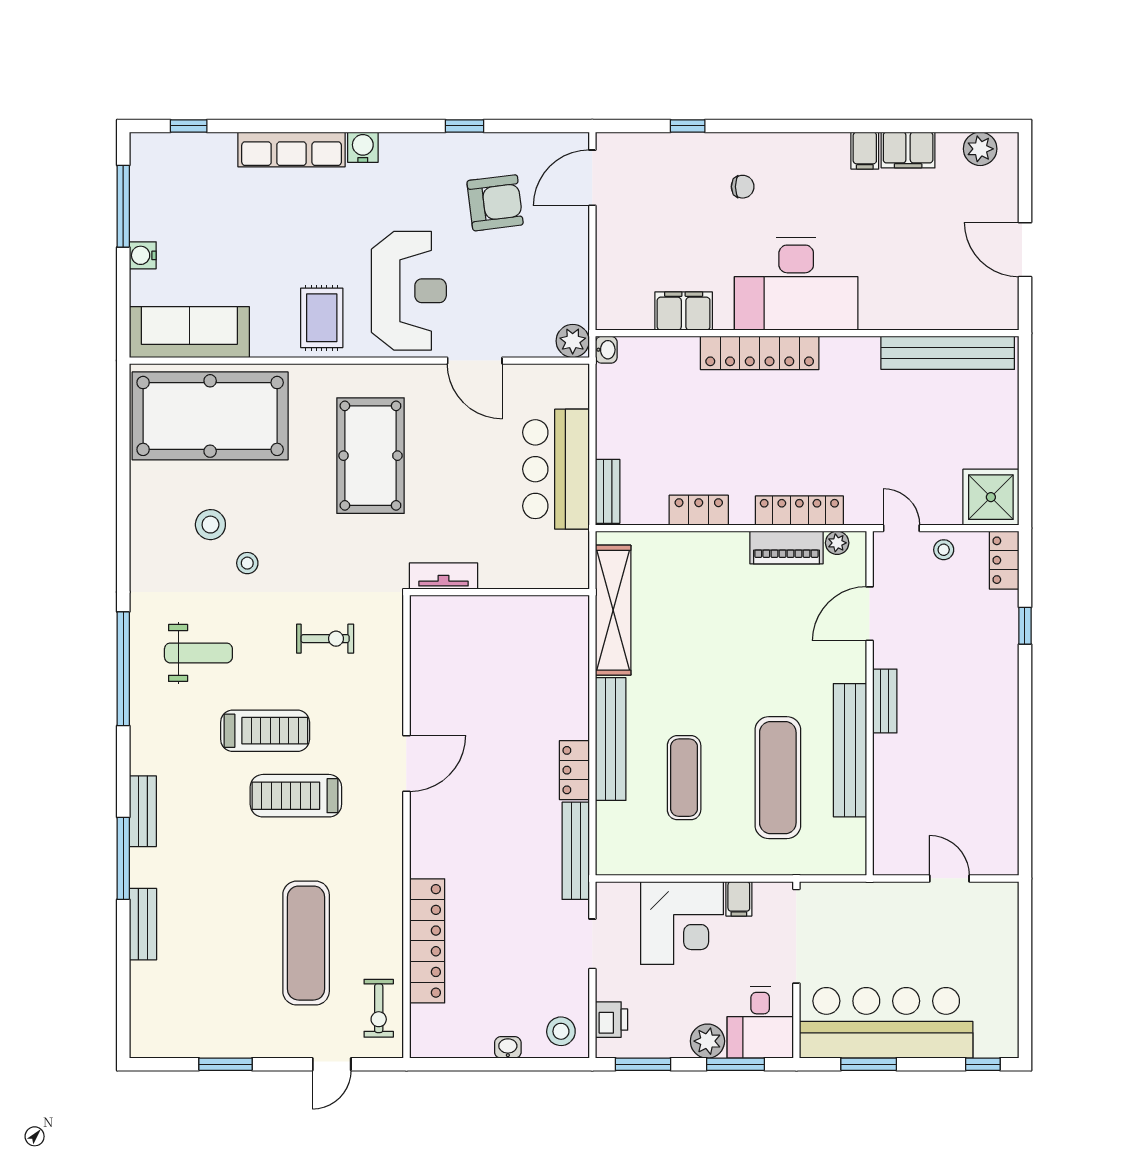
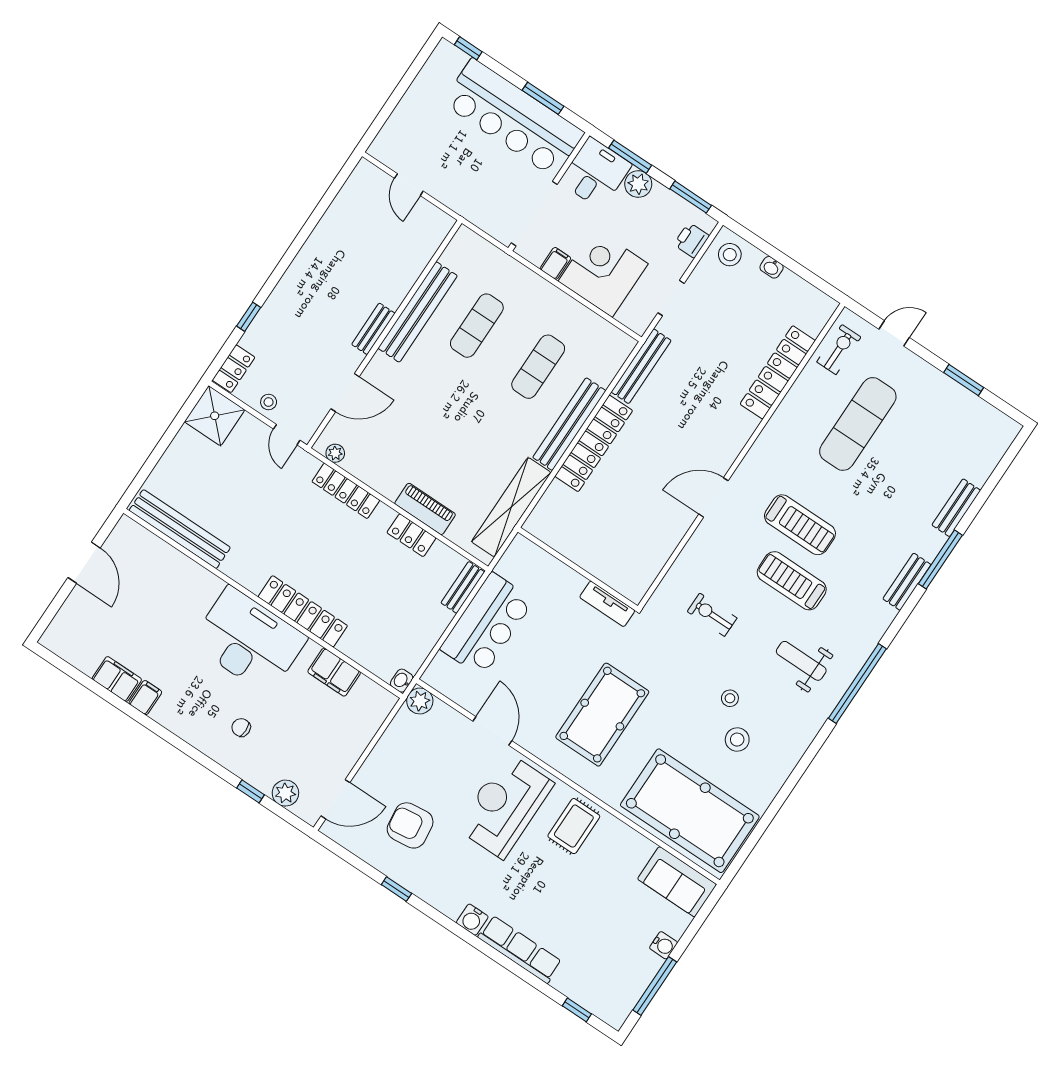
plant: (980, 149) -> (285, 793), moved
sofa: (189, 332) -> (677, 882), width x0.73
piano: (786, 548) -> (425, 509), moved
locker: (574, 770) -> (594, 443), width x2.16, depth x1.21
exercise mat: (778, 778) -> (477, 326), width x0.73, depth x0.69

